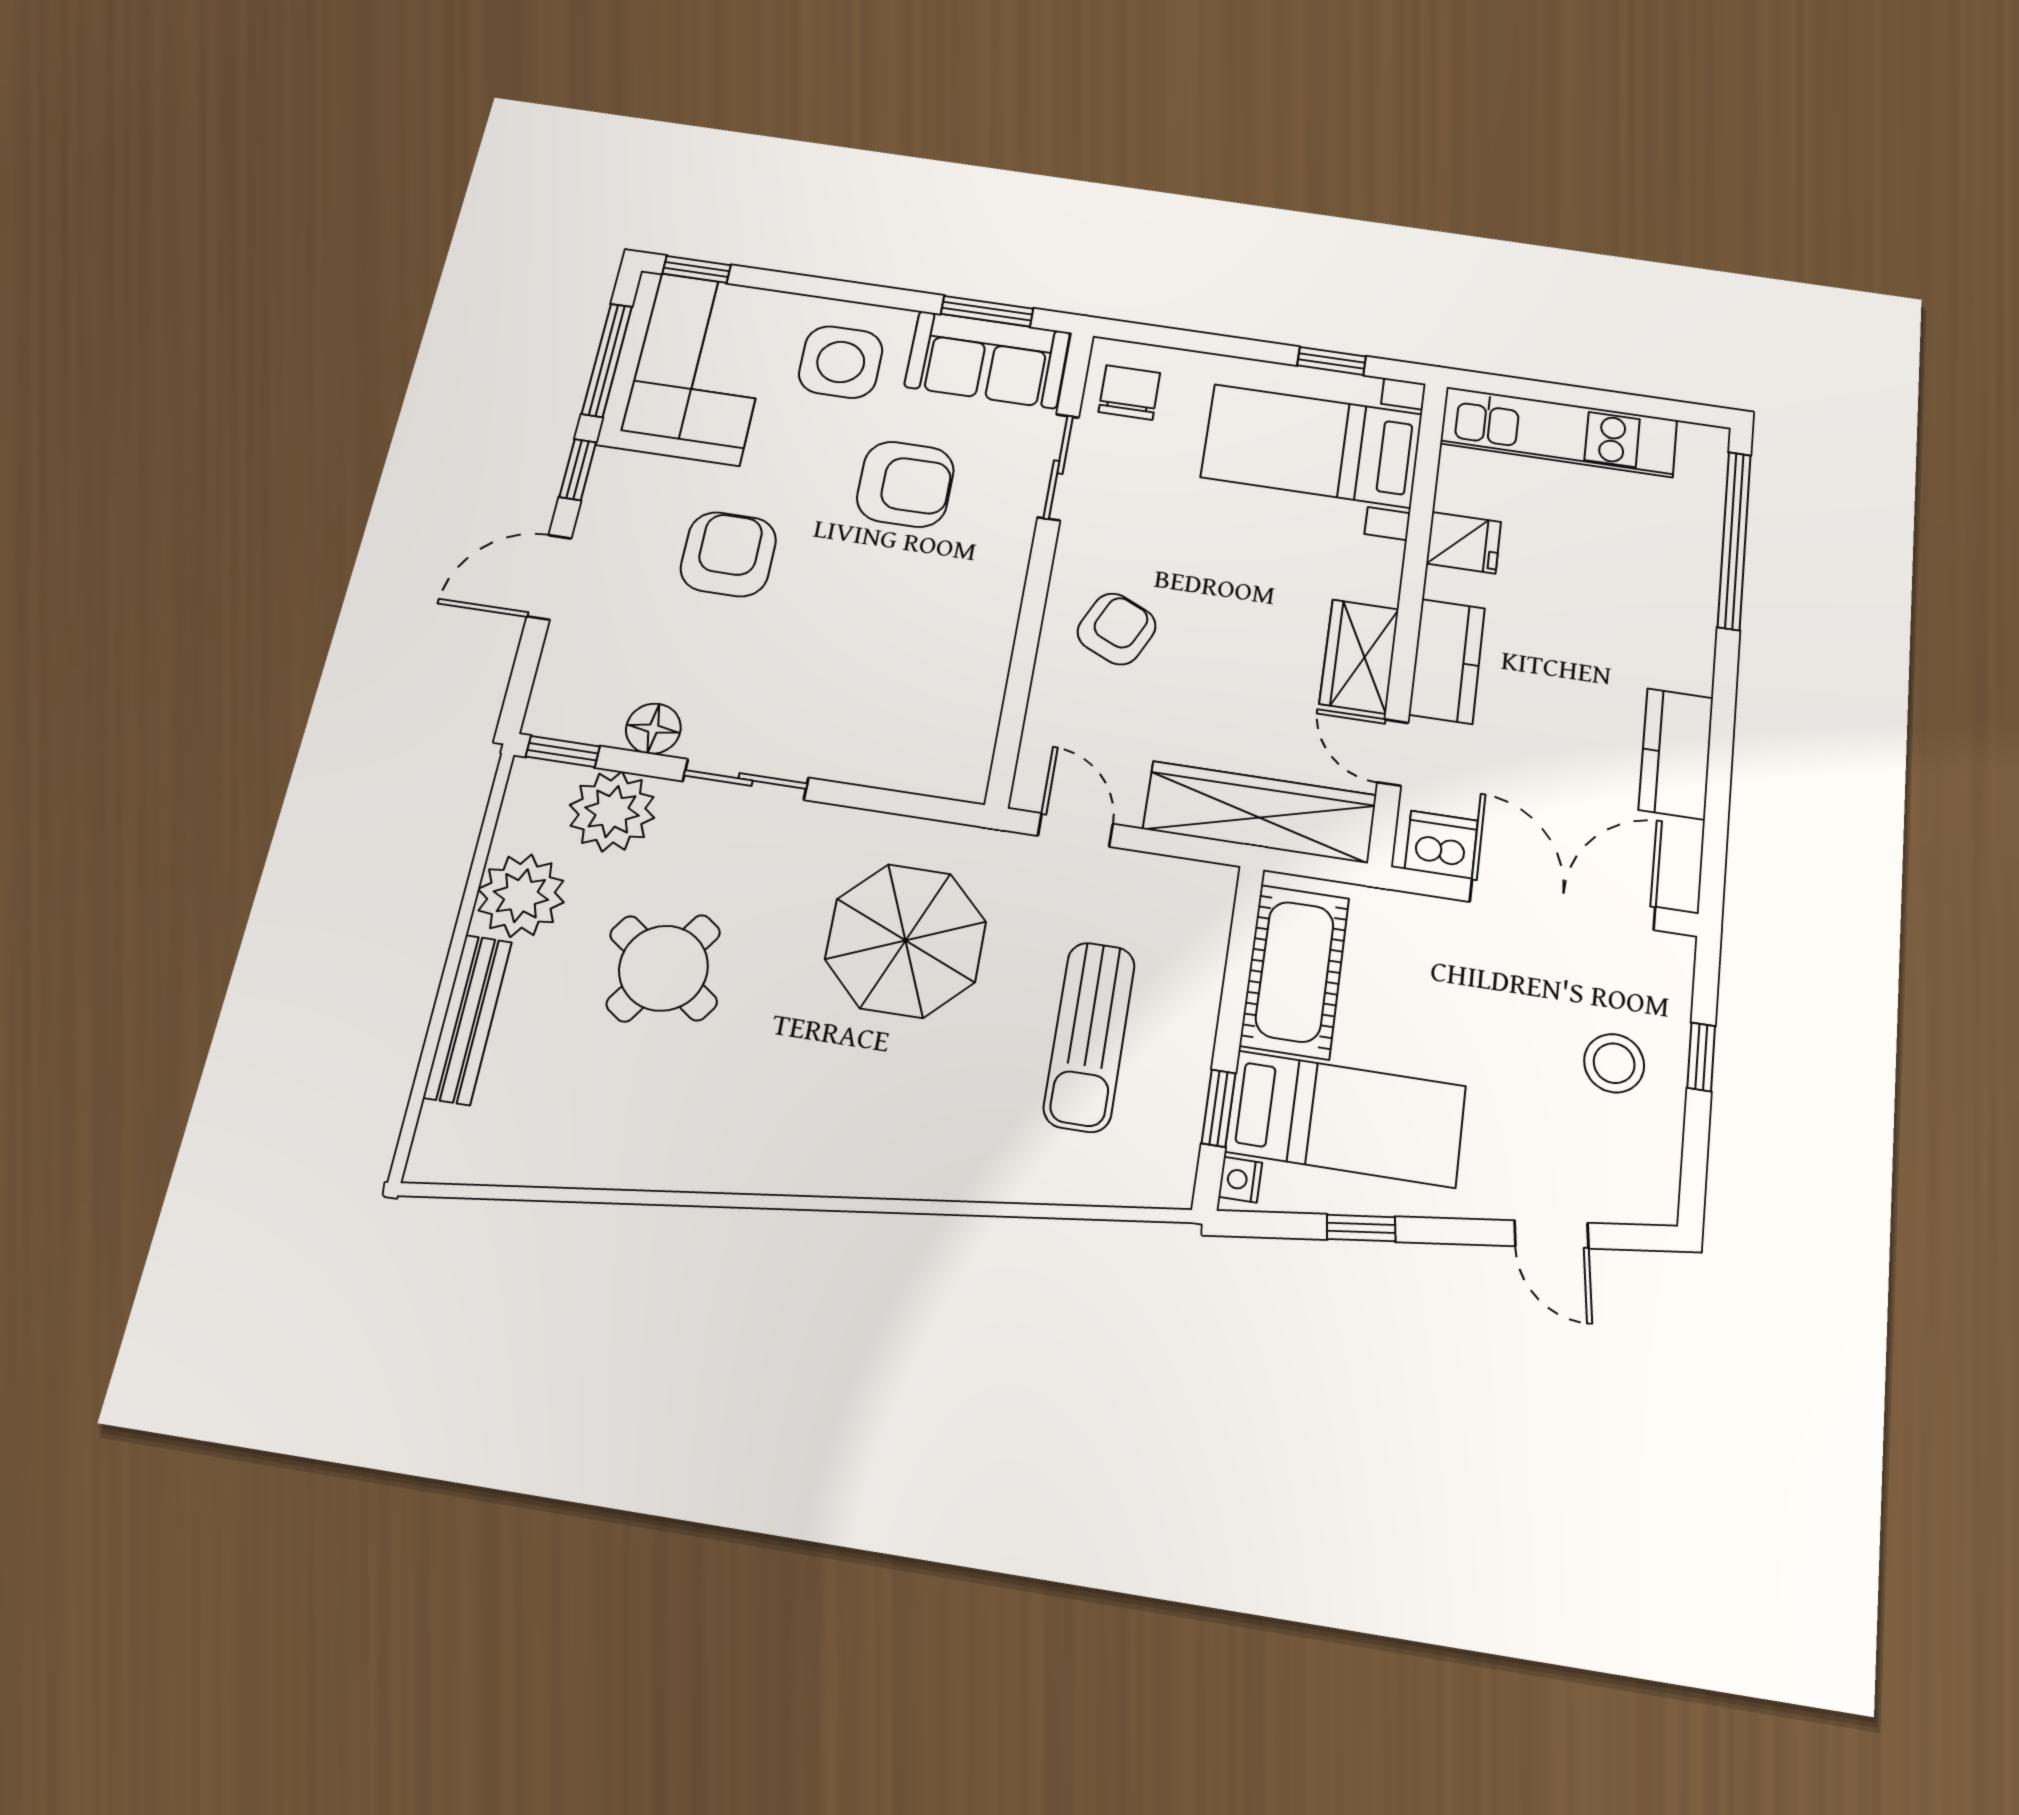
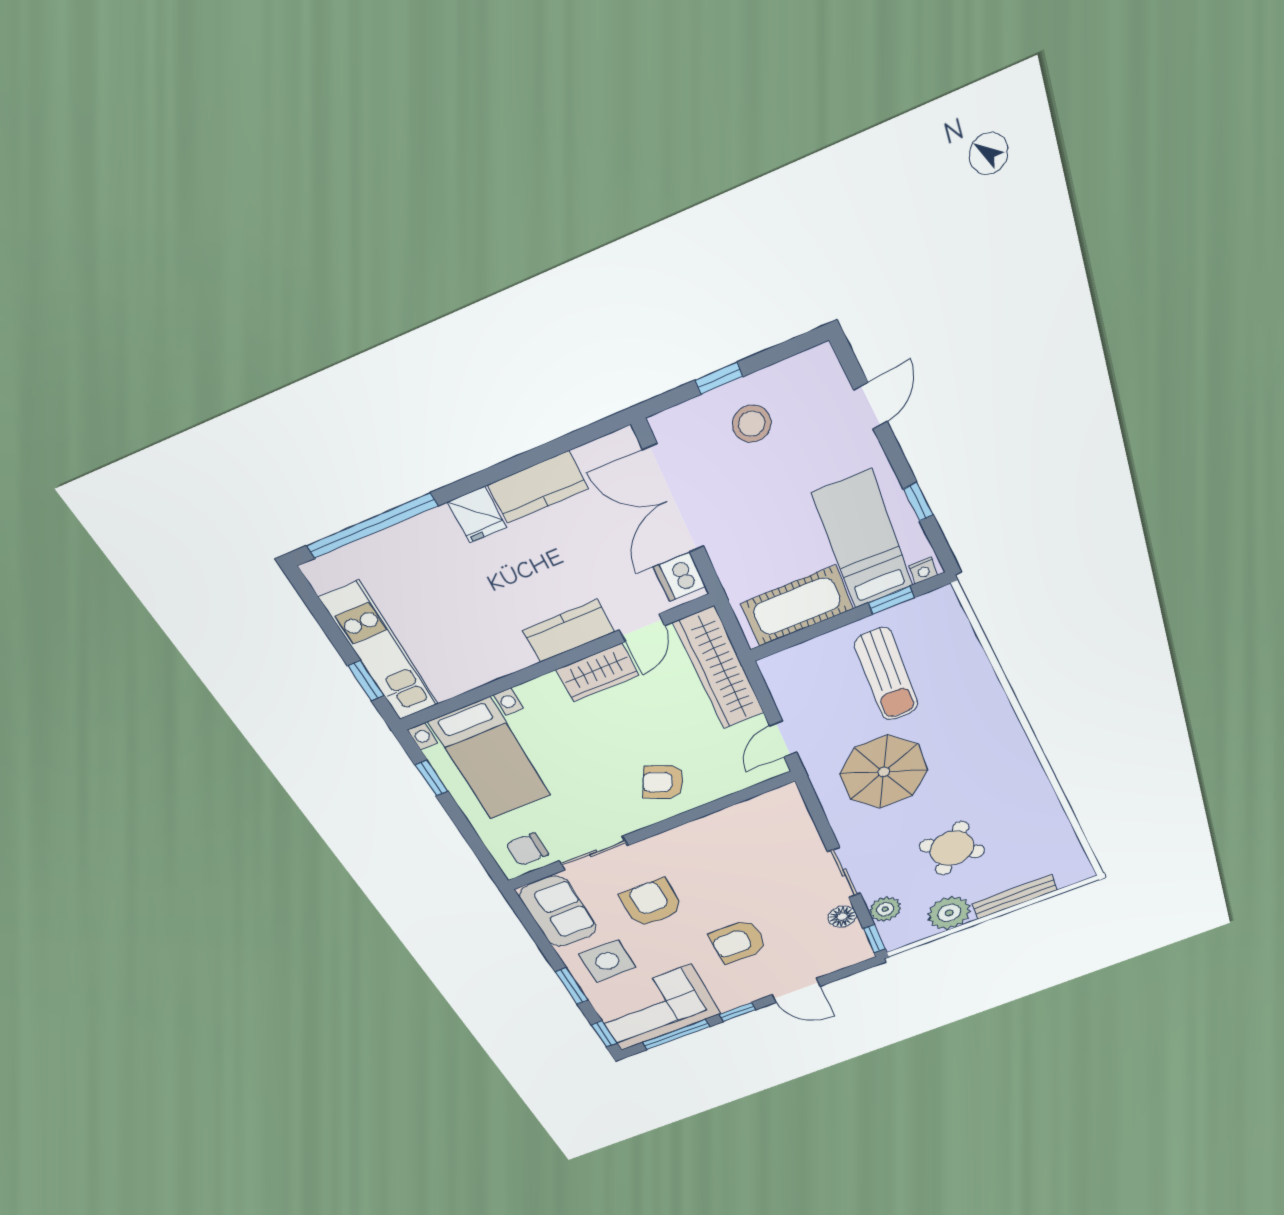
window: (987, 311) -> (572, 986), moved
window: (1528, 389) -> (366, 681), added
fridge: (1464, 543) -> (477, 515), moved, turned 180
plant: (612, 811) -> (885, 909), width x0.73, depth x0.73
sun lounger: (1089, 1036) -> (887, 675), turned 90

